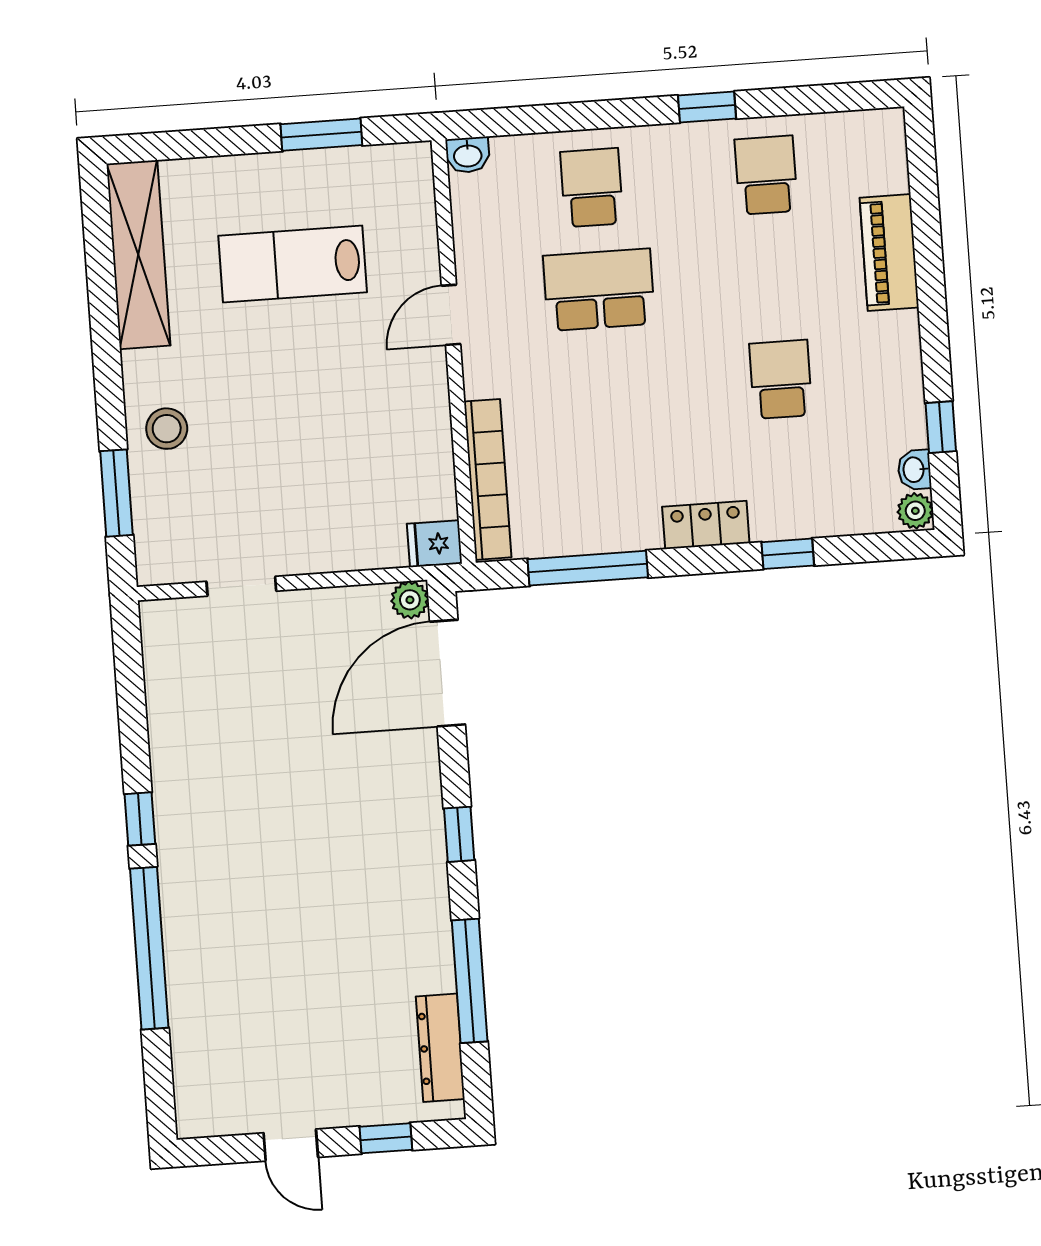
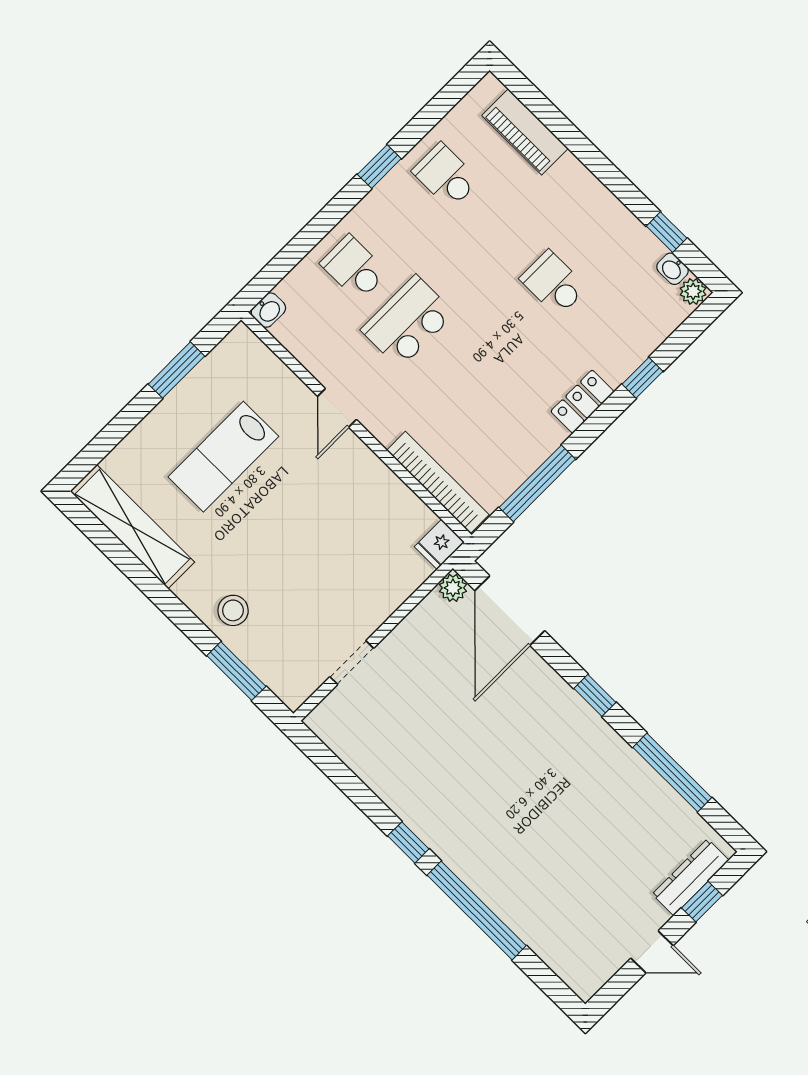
piano: (889, 253) -> (525, 132), moved
dresser: (440, 1048) -> (691, 877), moved, turned 90

